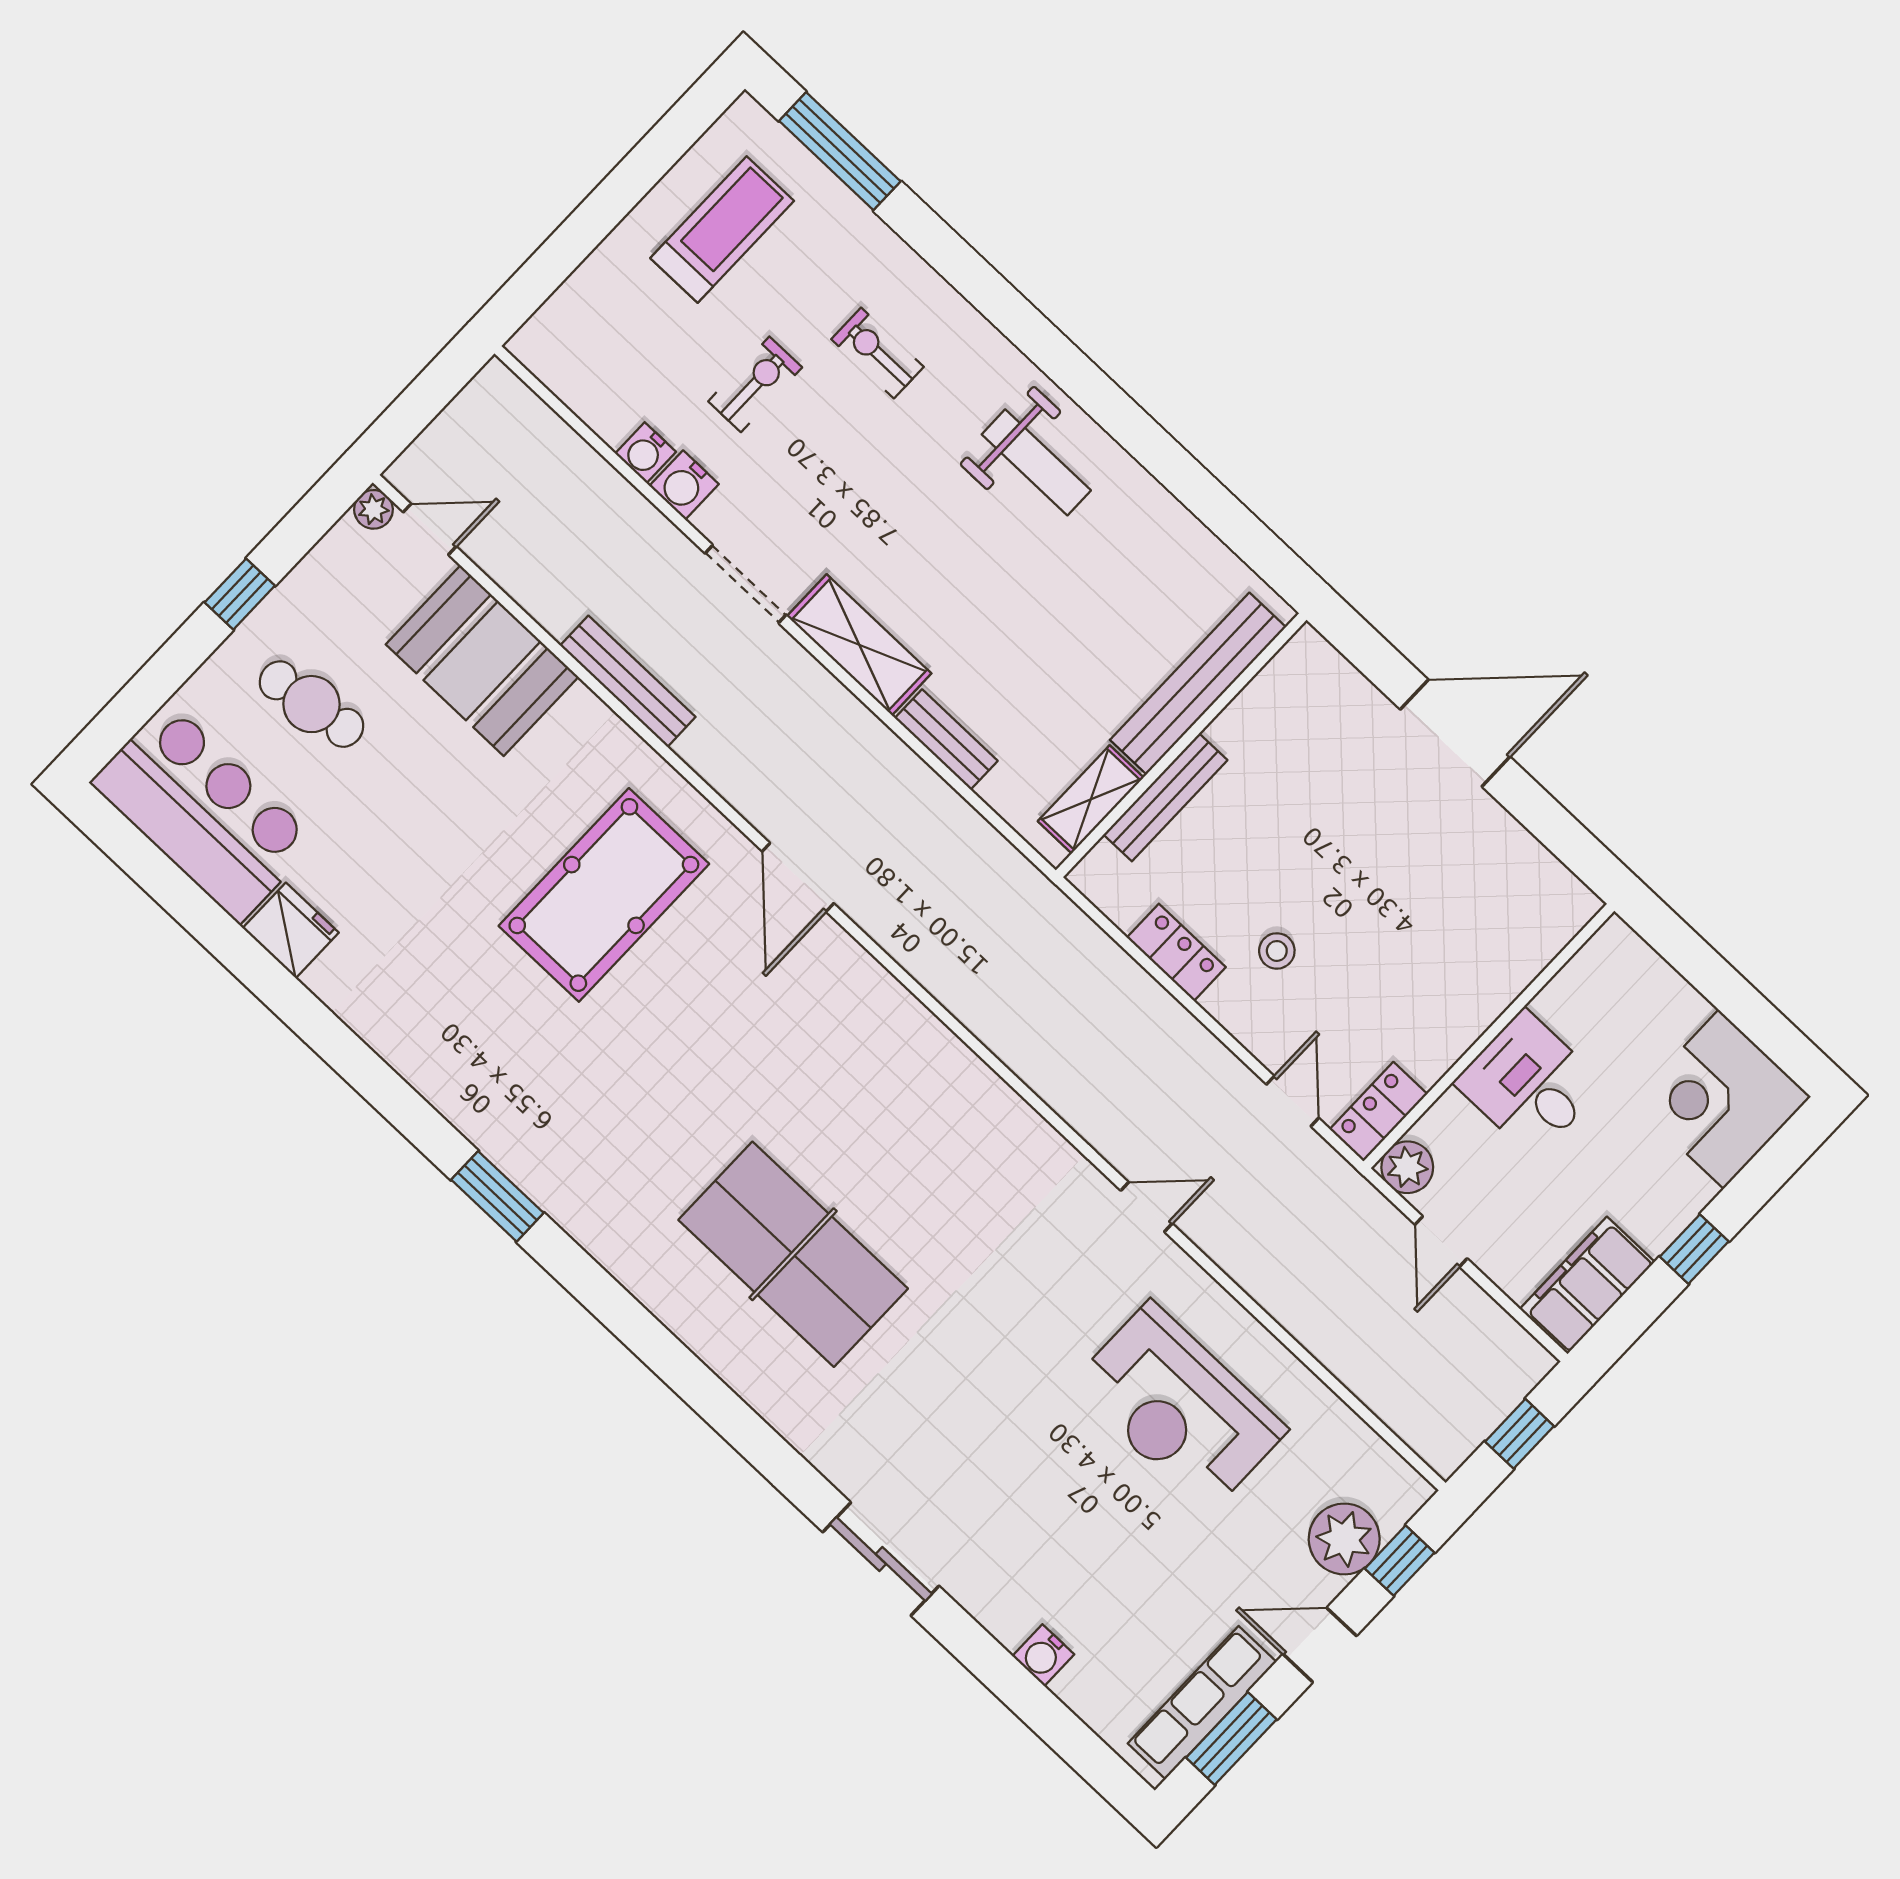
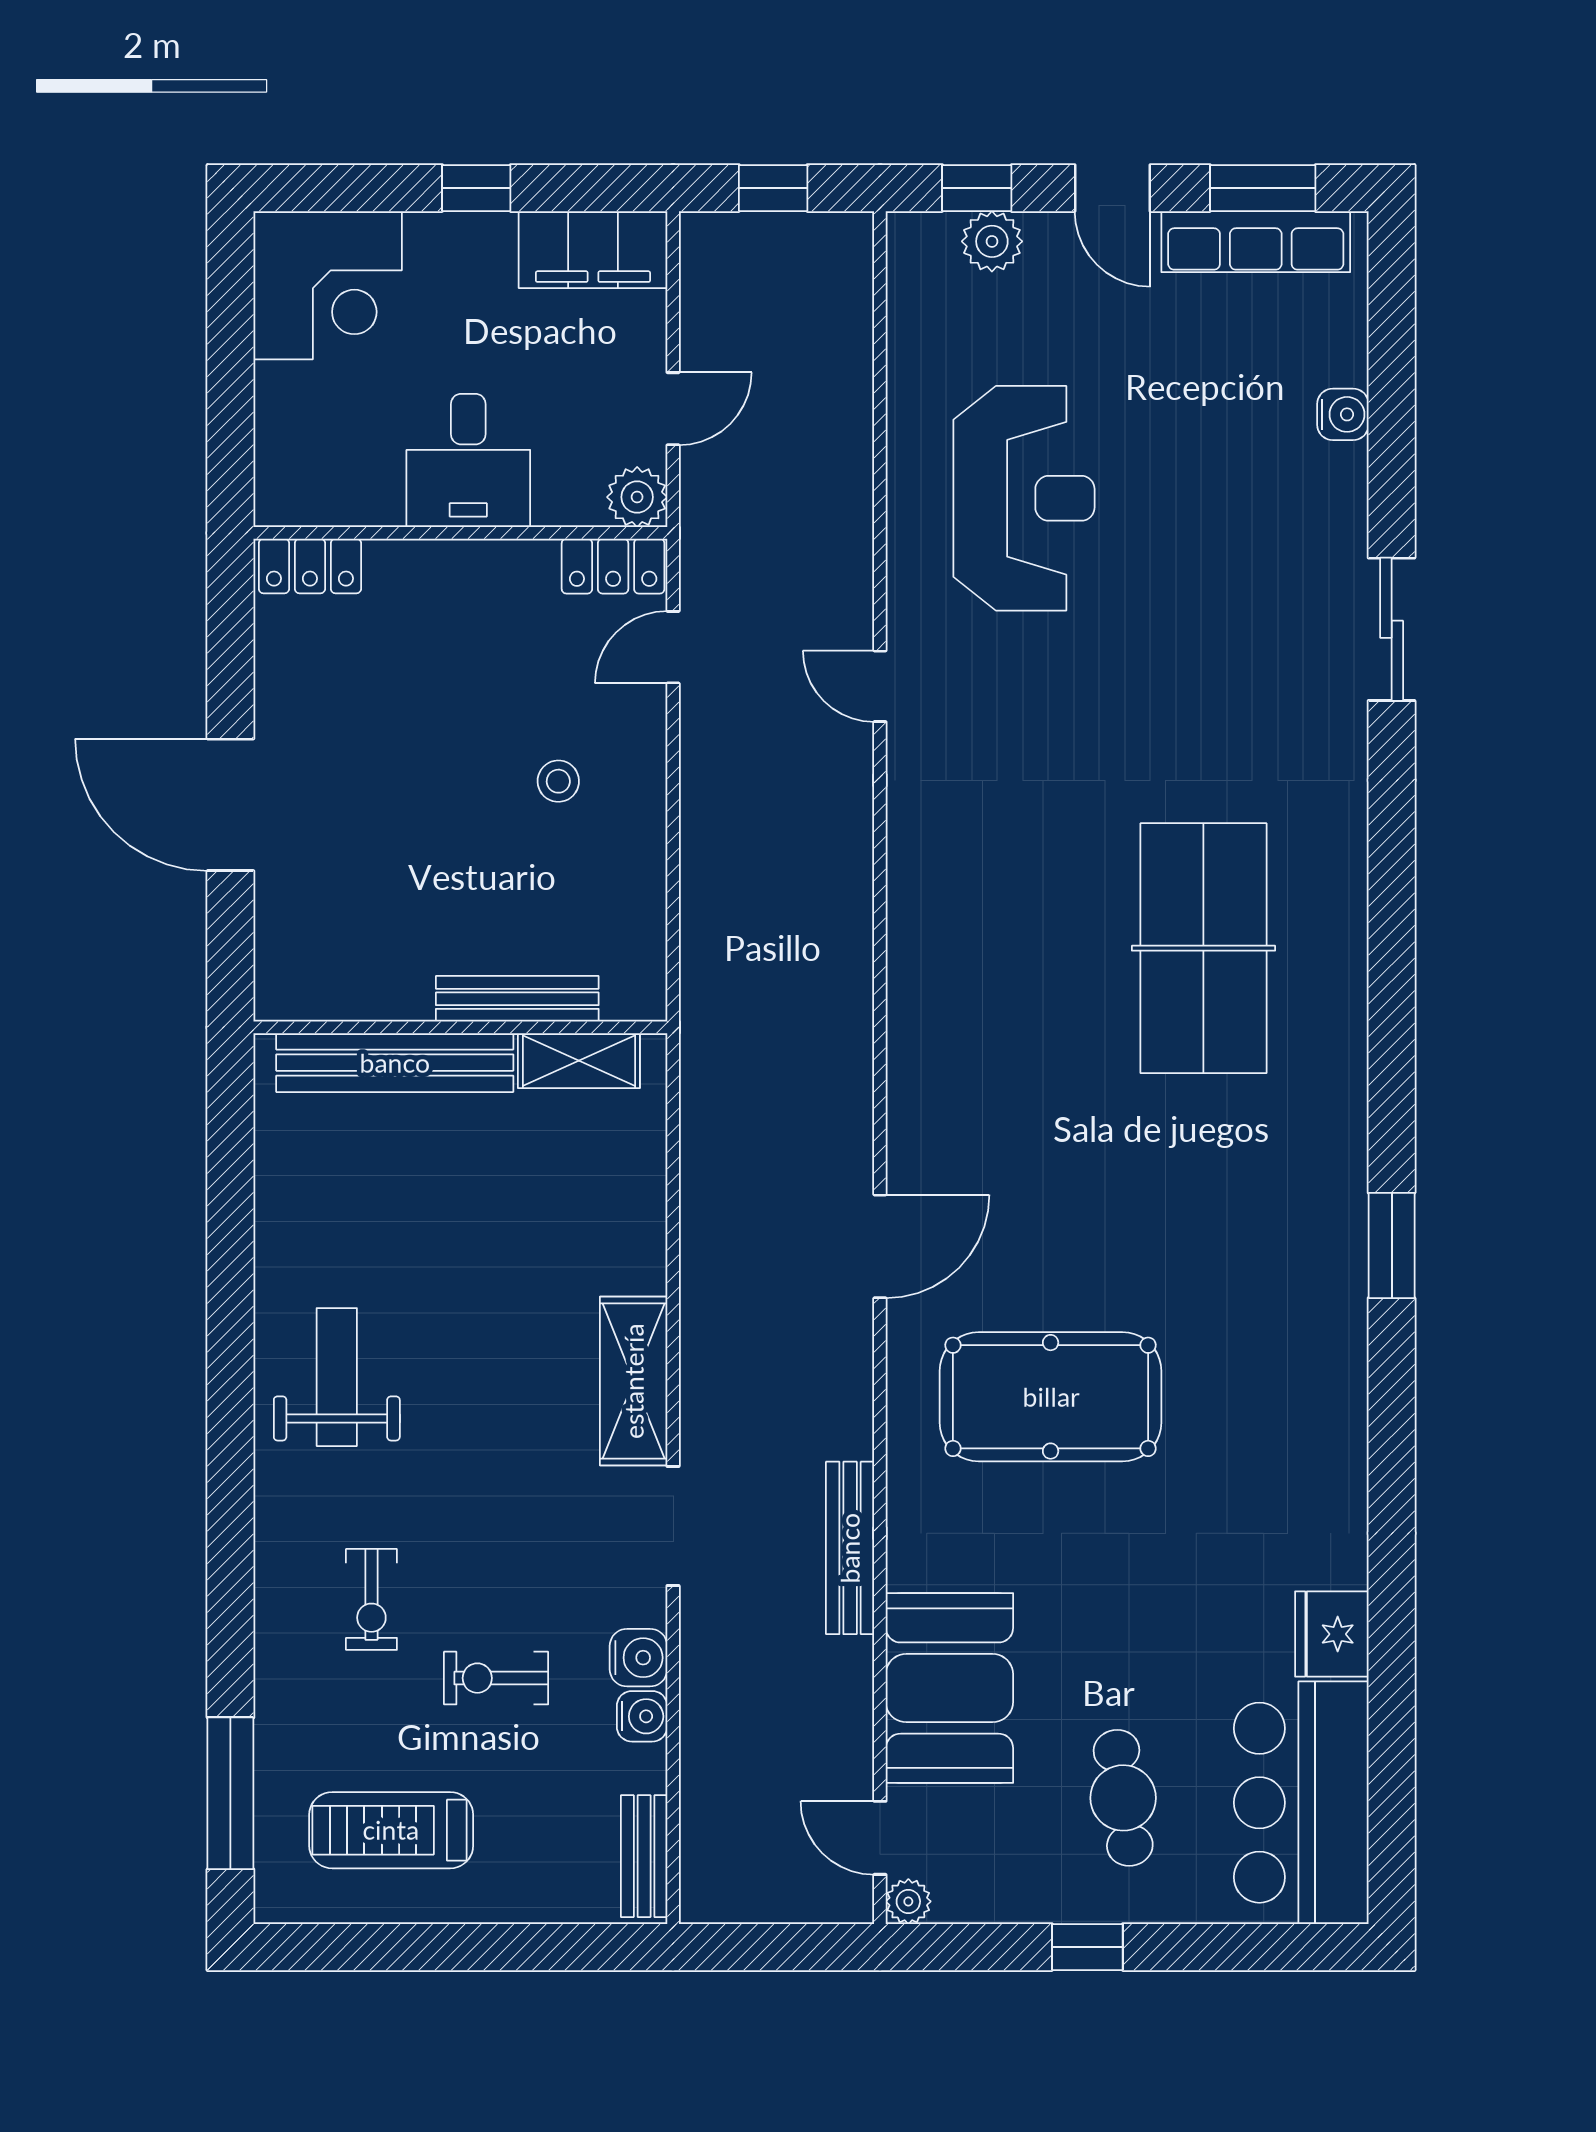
bench: (946, 739) -> (644, 1856), moved
locker: (1176, 952) -> (310, 566), moved, turned -90
plant: (1344, 1539) -> (992, 241), width x0.73, depth x0.73

